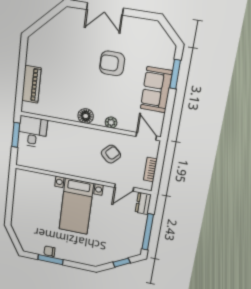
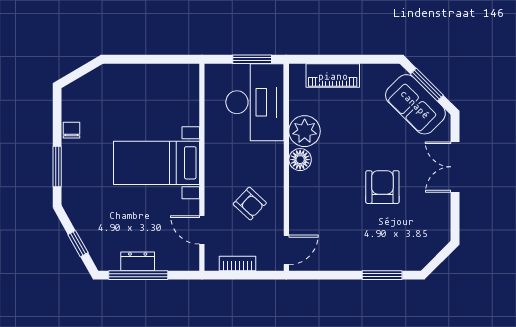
window: (44, 20) -> (427, 85), added
sofa: (156, 90) -> (415, 104), moved, turned -135
plant: (111, 122) -> (305, 131), moved, width x1.88, depth x1.88
desk: (33, 132) -> (255, 102), width x1.87, depth x1.30
dresser: (143, 203) -> (138, 261), moved
window: (50, 260) -> (57, 167), moved

